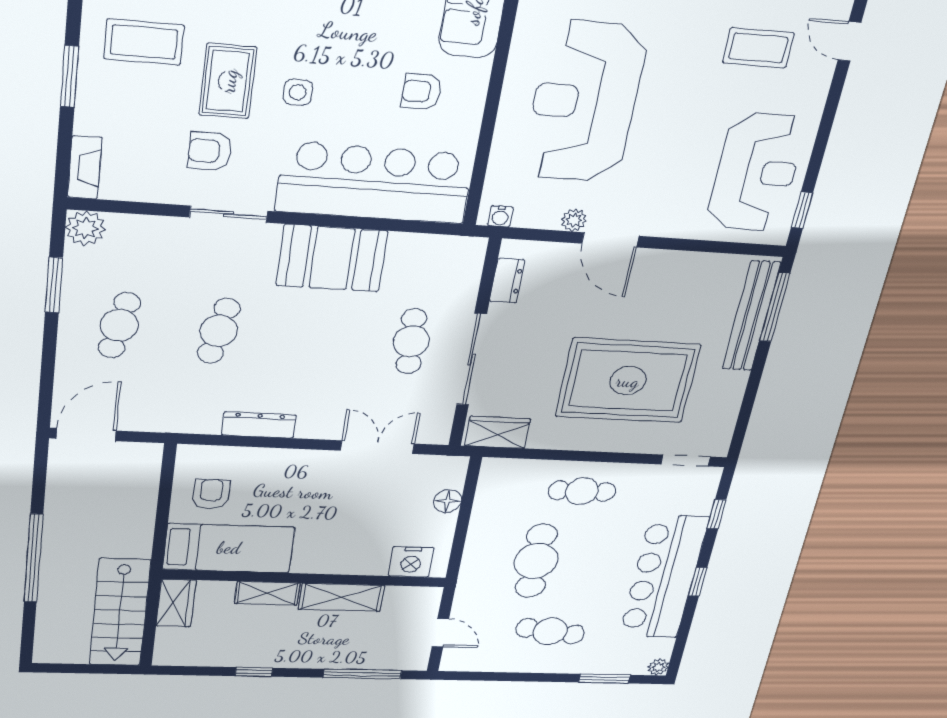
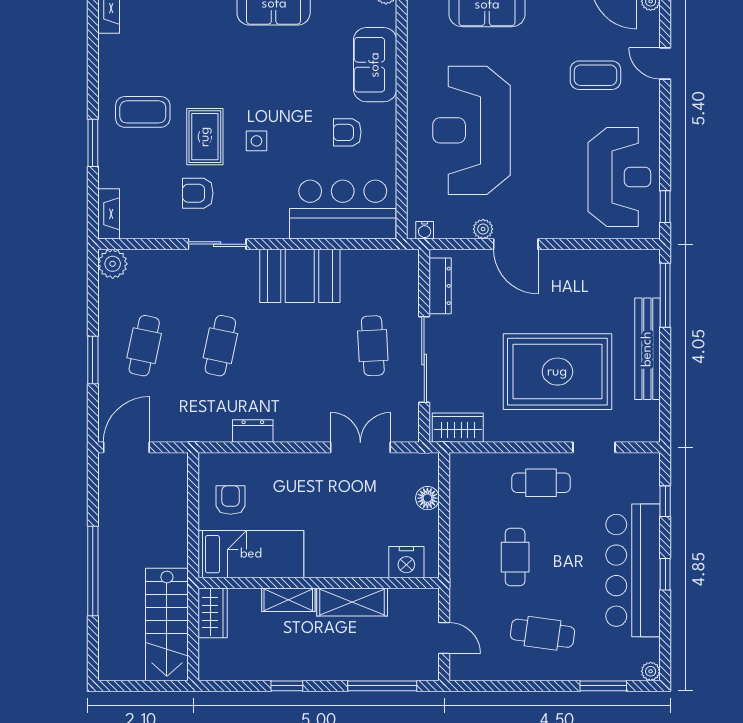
bar counter: (375, 183) -> (343, 209), width x0.73
dresser: (507, 281) -> (440, 286), width x1.44
window: (54, 285) -> (93, 360), moved
bench: (751, 316) -> (647, 349), moved
dresser: (259, 425) -> (253, 431), width x0.70
doorway: (686, 461) -> (594, 447), moved
cafe table: (536, 561) -> (515, 557), width x0.73, depth x0.74

